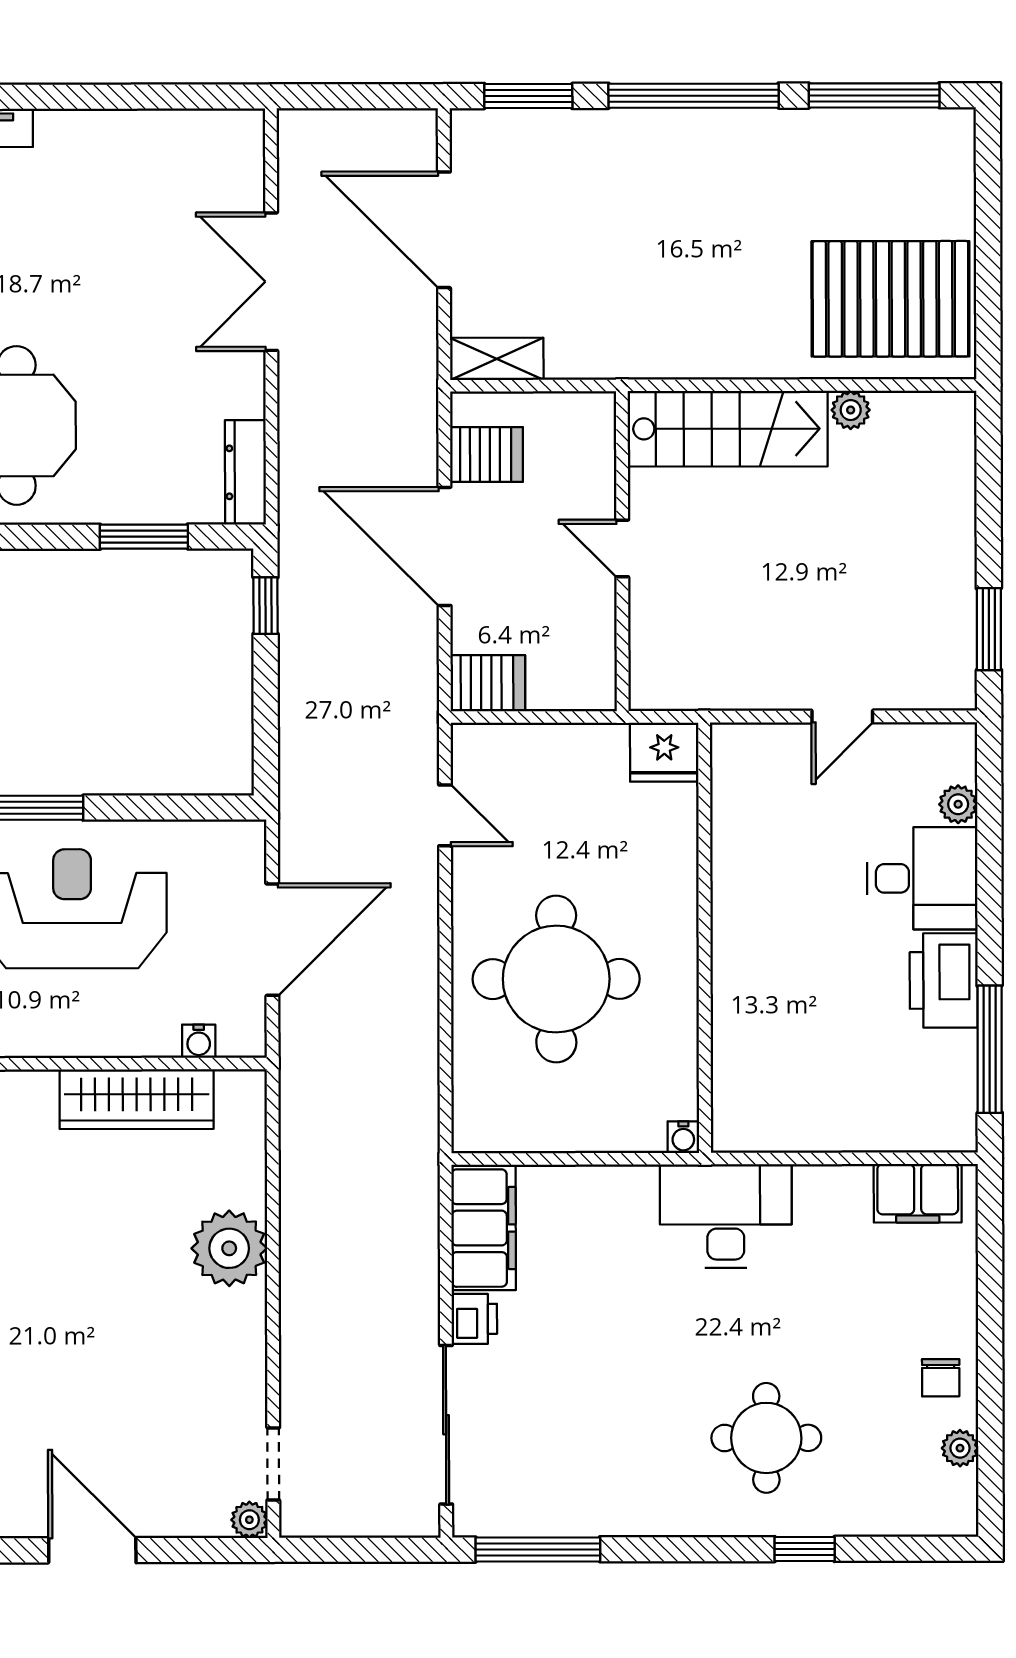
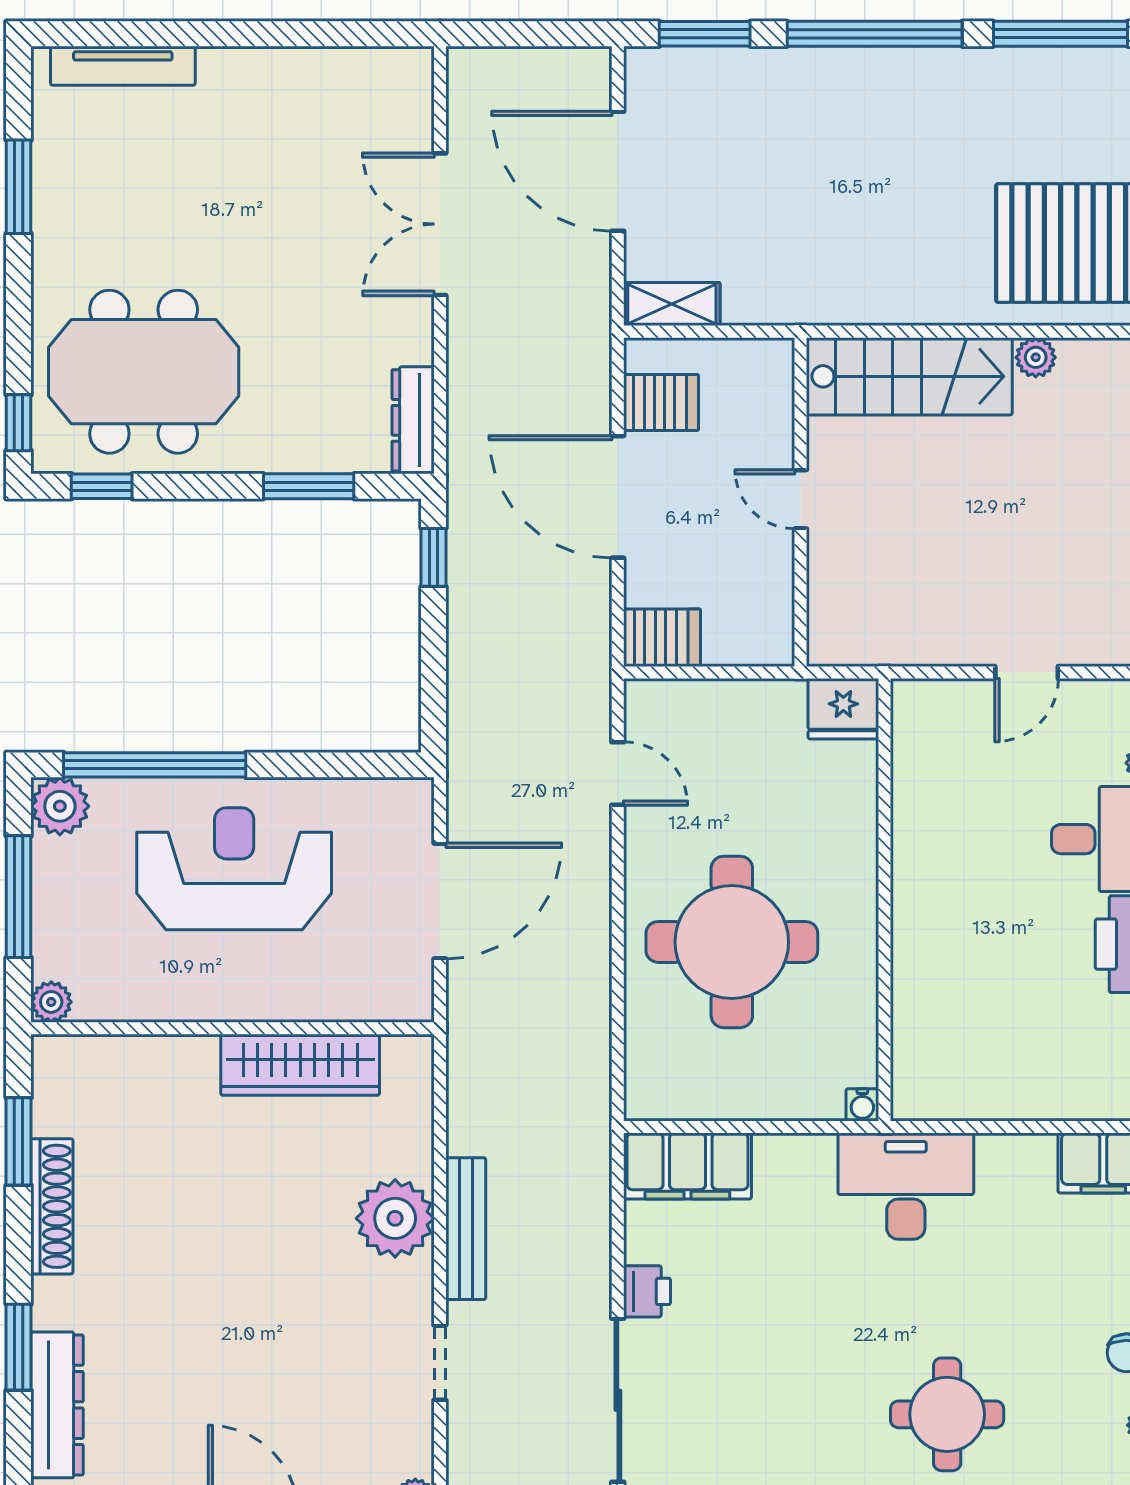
water cooler: (199, 1041) -> (364, 1005), removed
filing cabinet: (484, 1228) -> (687, 1166), moved, turned 90
bench: (298, 1258) -> (466, 1229), added
doorway: (273, 1464) -> (440, 1363), moved

